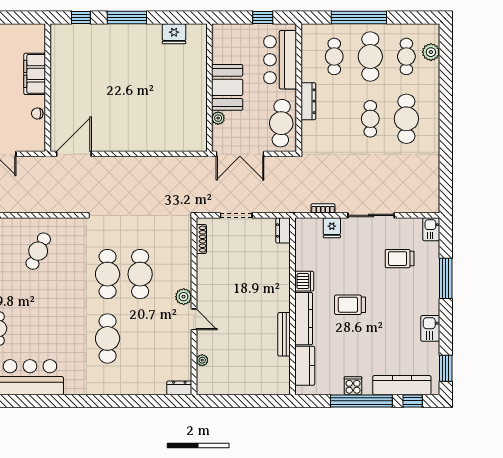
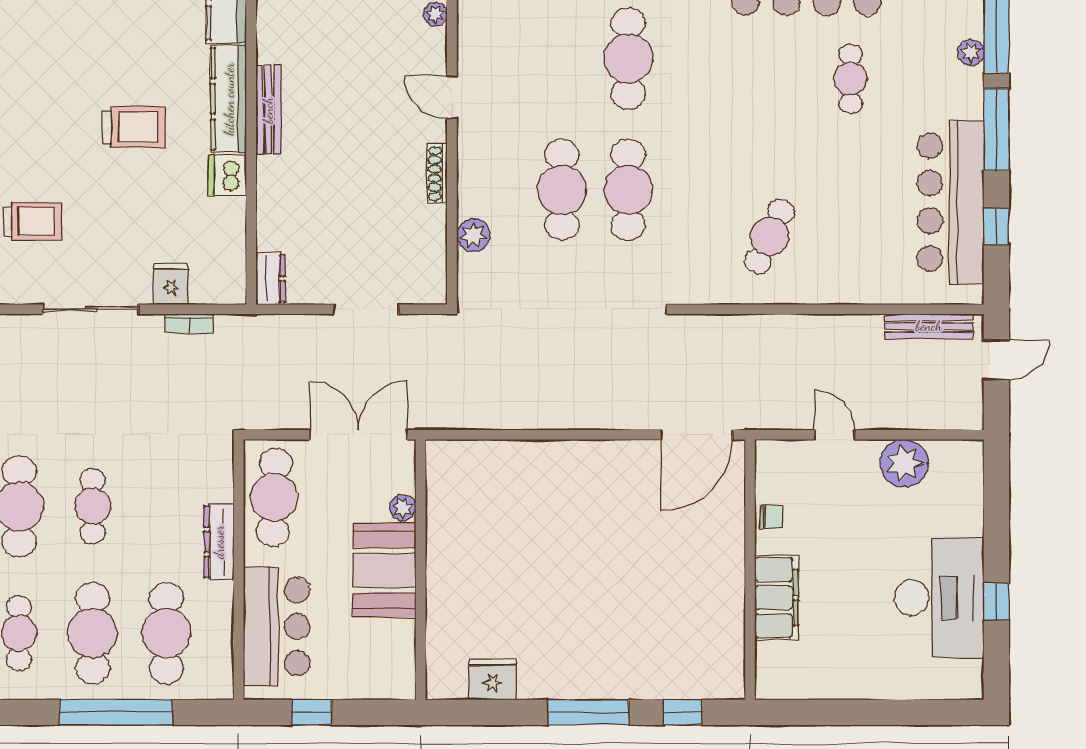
cafe table: (334, 56) -> (166, 633), width x1.37, depth x1.35
shoe rack: (201, 239) -> (437, 174), moved
plant: (184, 297) -> (473, 235), moved
bench: (284, 334) -> (268, 110), moved

